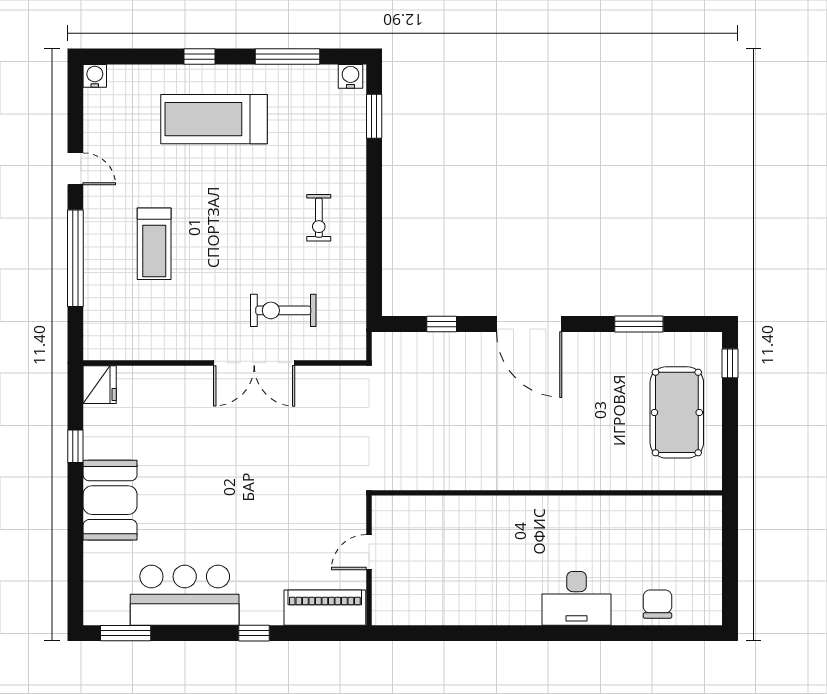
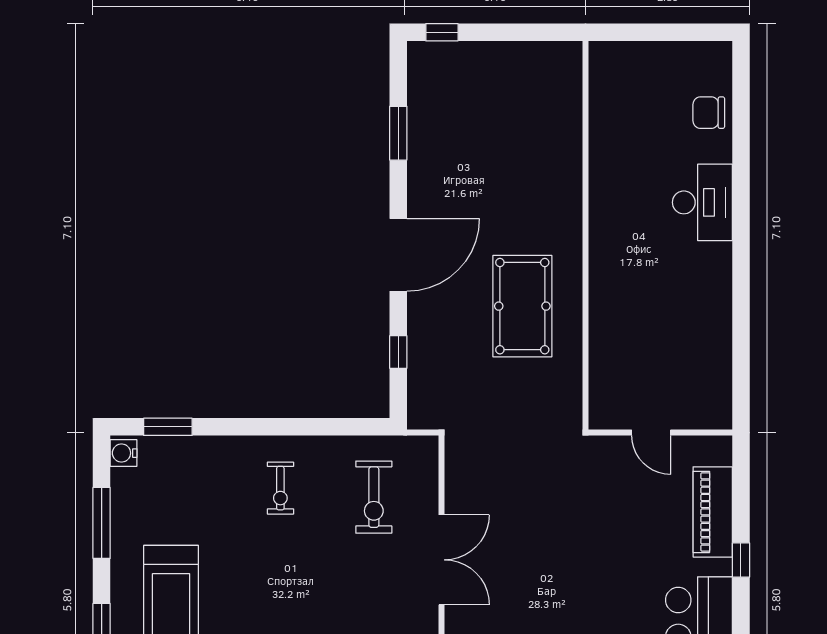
exercise bike: (319, 218) -> (280, 488), turned 90
exercise bike: (283, 310) -> (374, 497), moved
pool table: (677, 412) -> (522, 306), moved, turned 90
piano: (325, 608) -> (713, 512), moved

